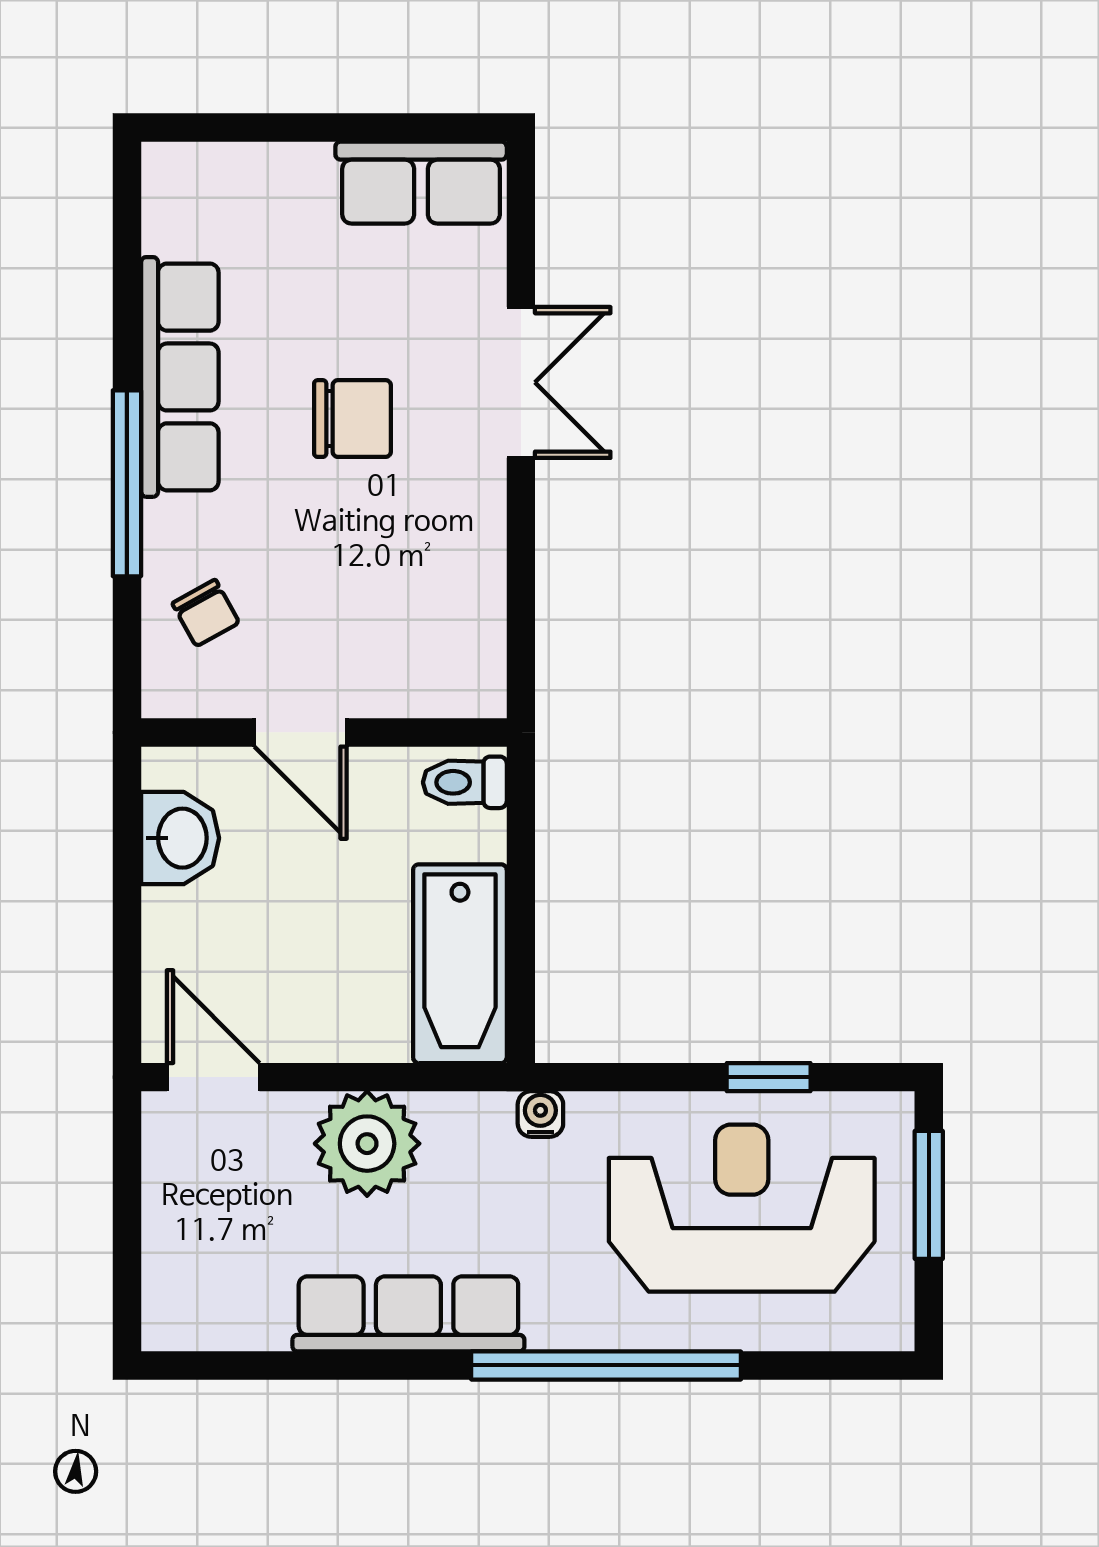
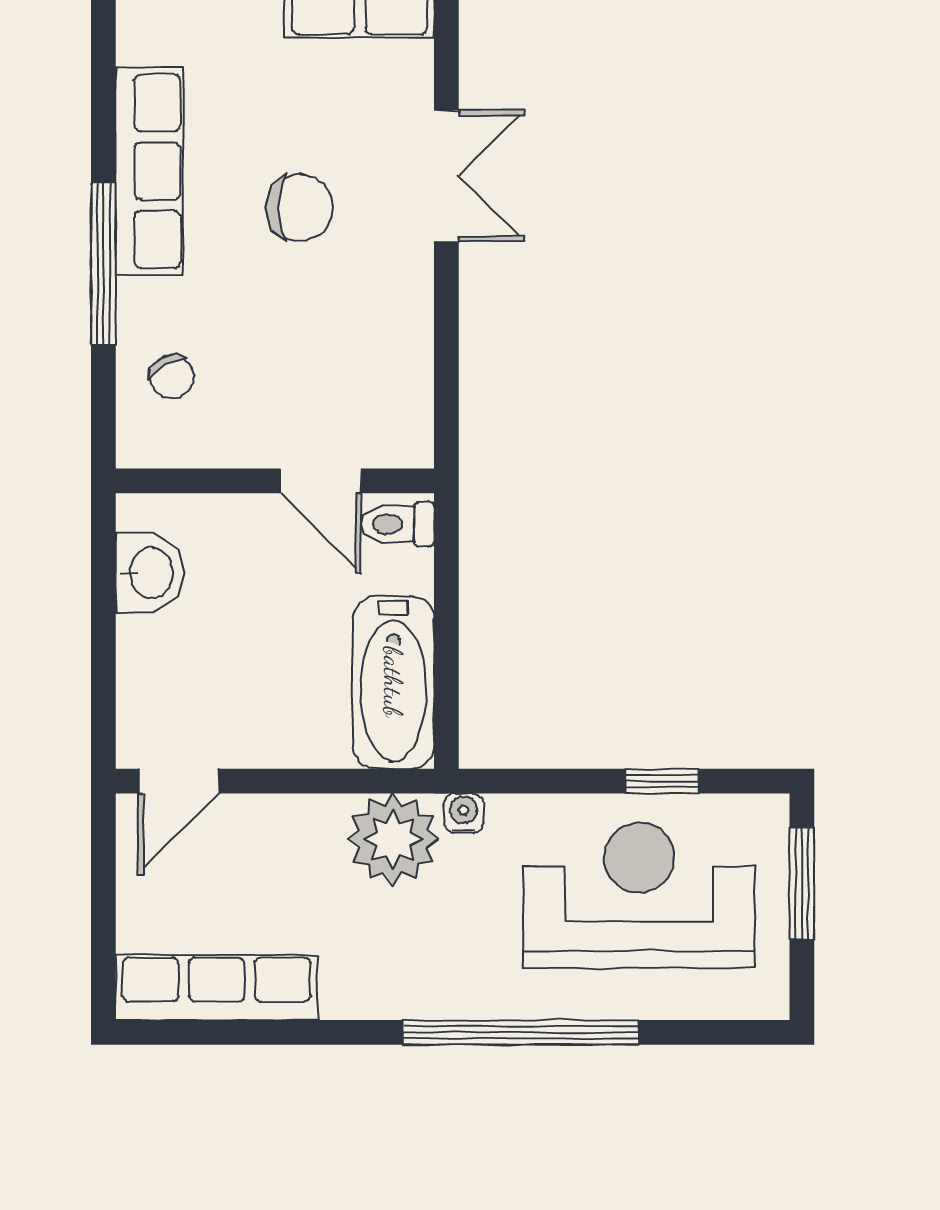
door: (301, 732) -> (321, 481), moved
door: (213, 1077) -> (178, 781), swing flipped
plant: (367, 1144) -> (393, 839), moved
row of seats: (408, 1314) -> (217, 987), moved

